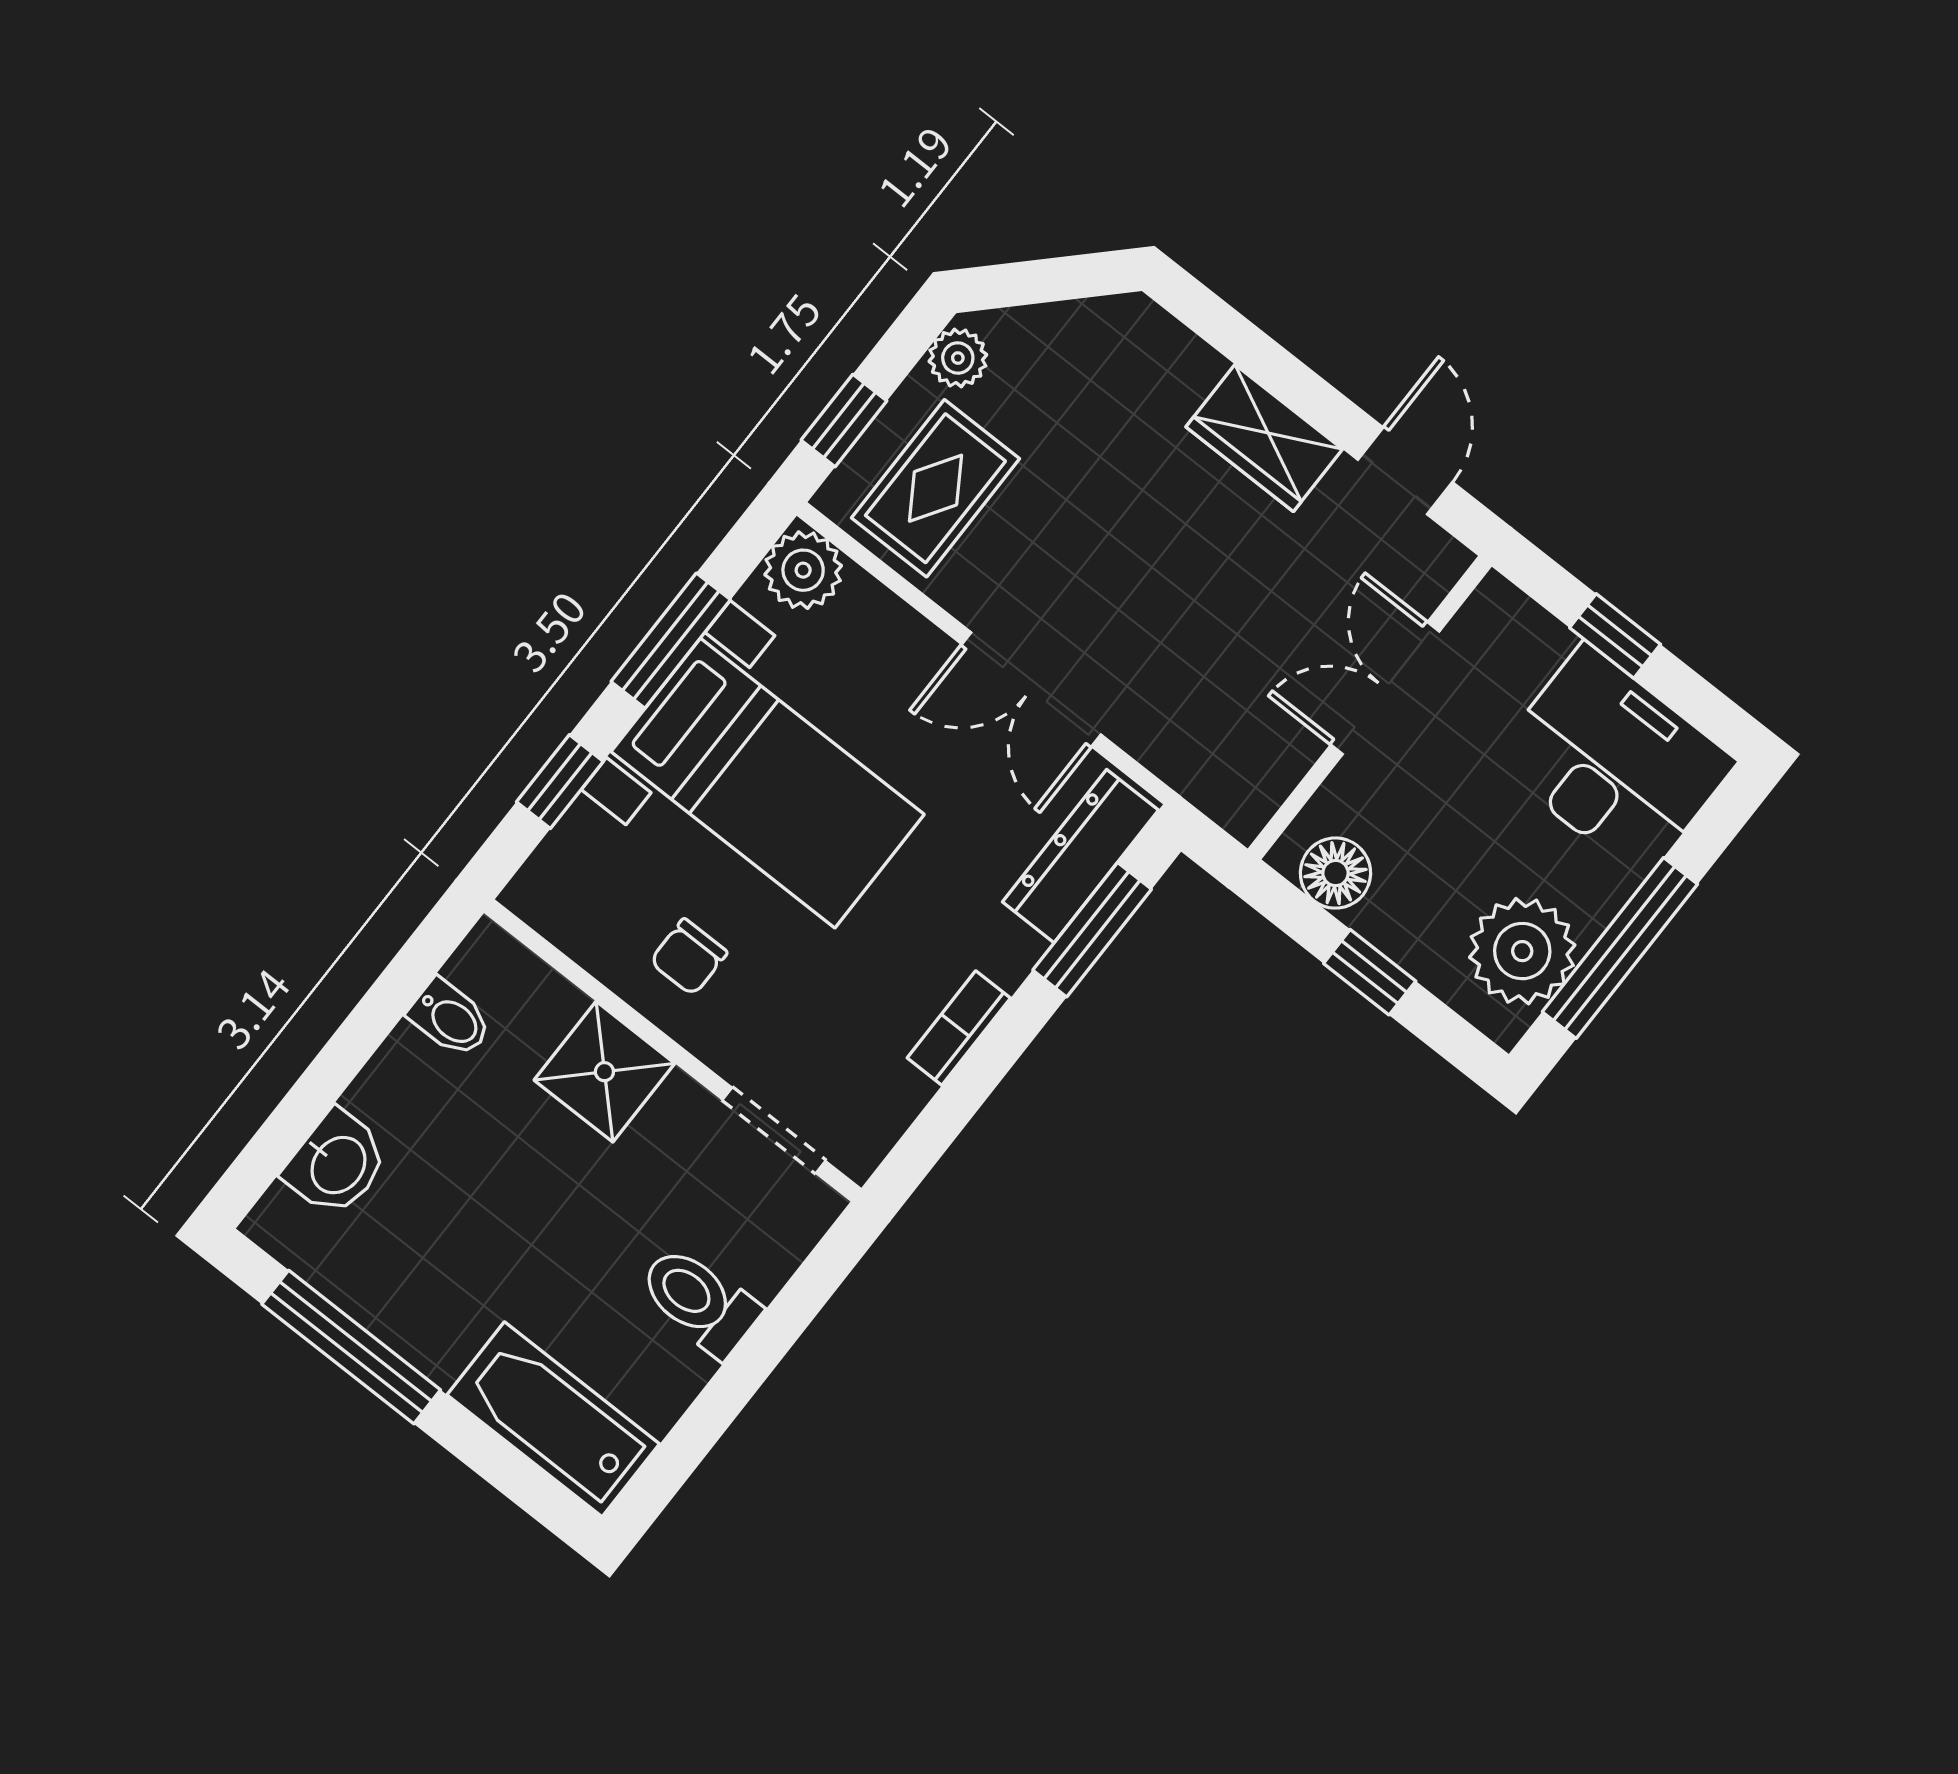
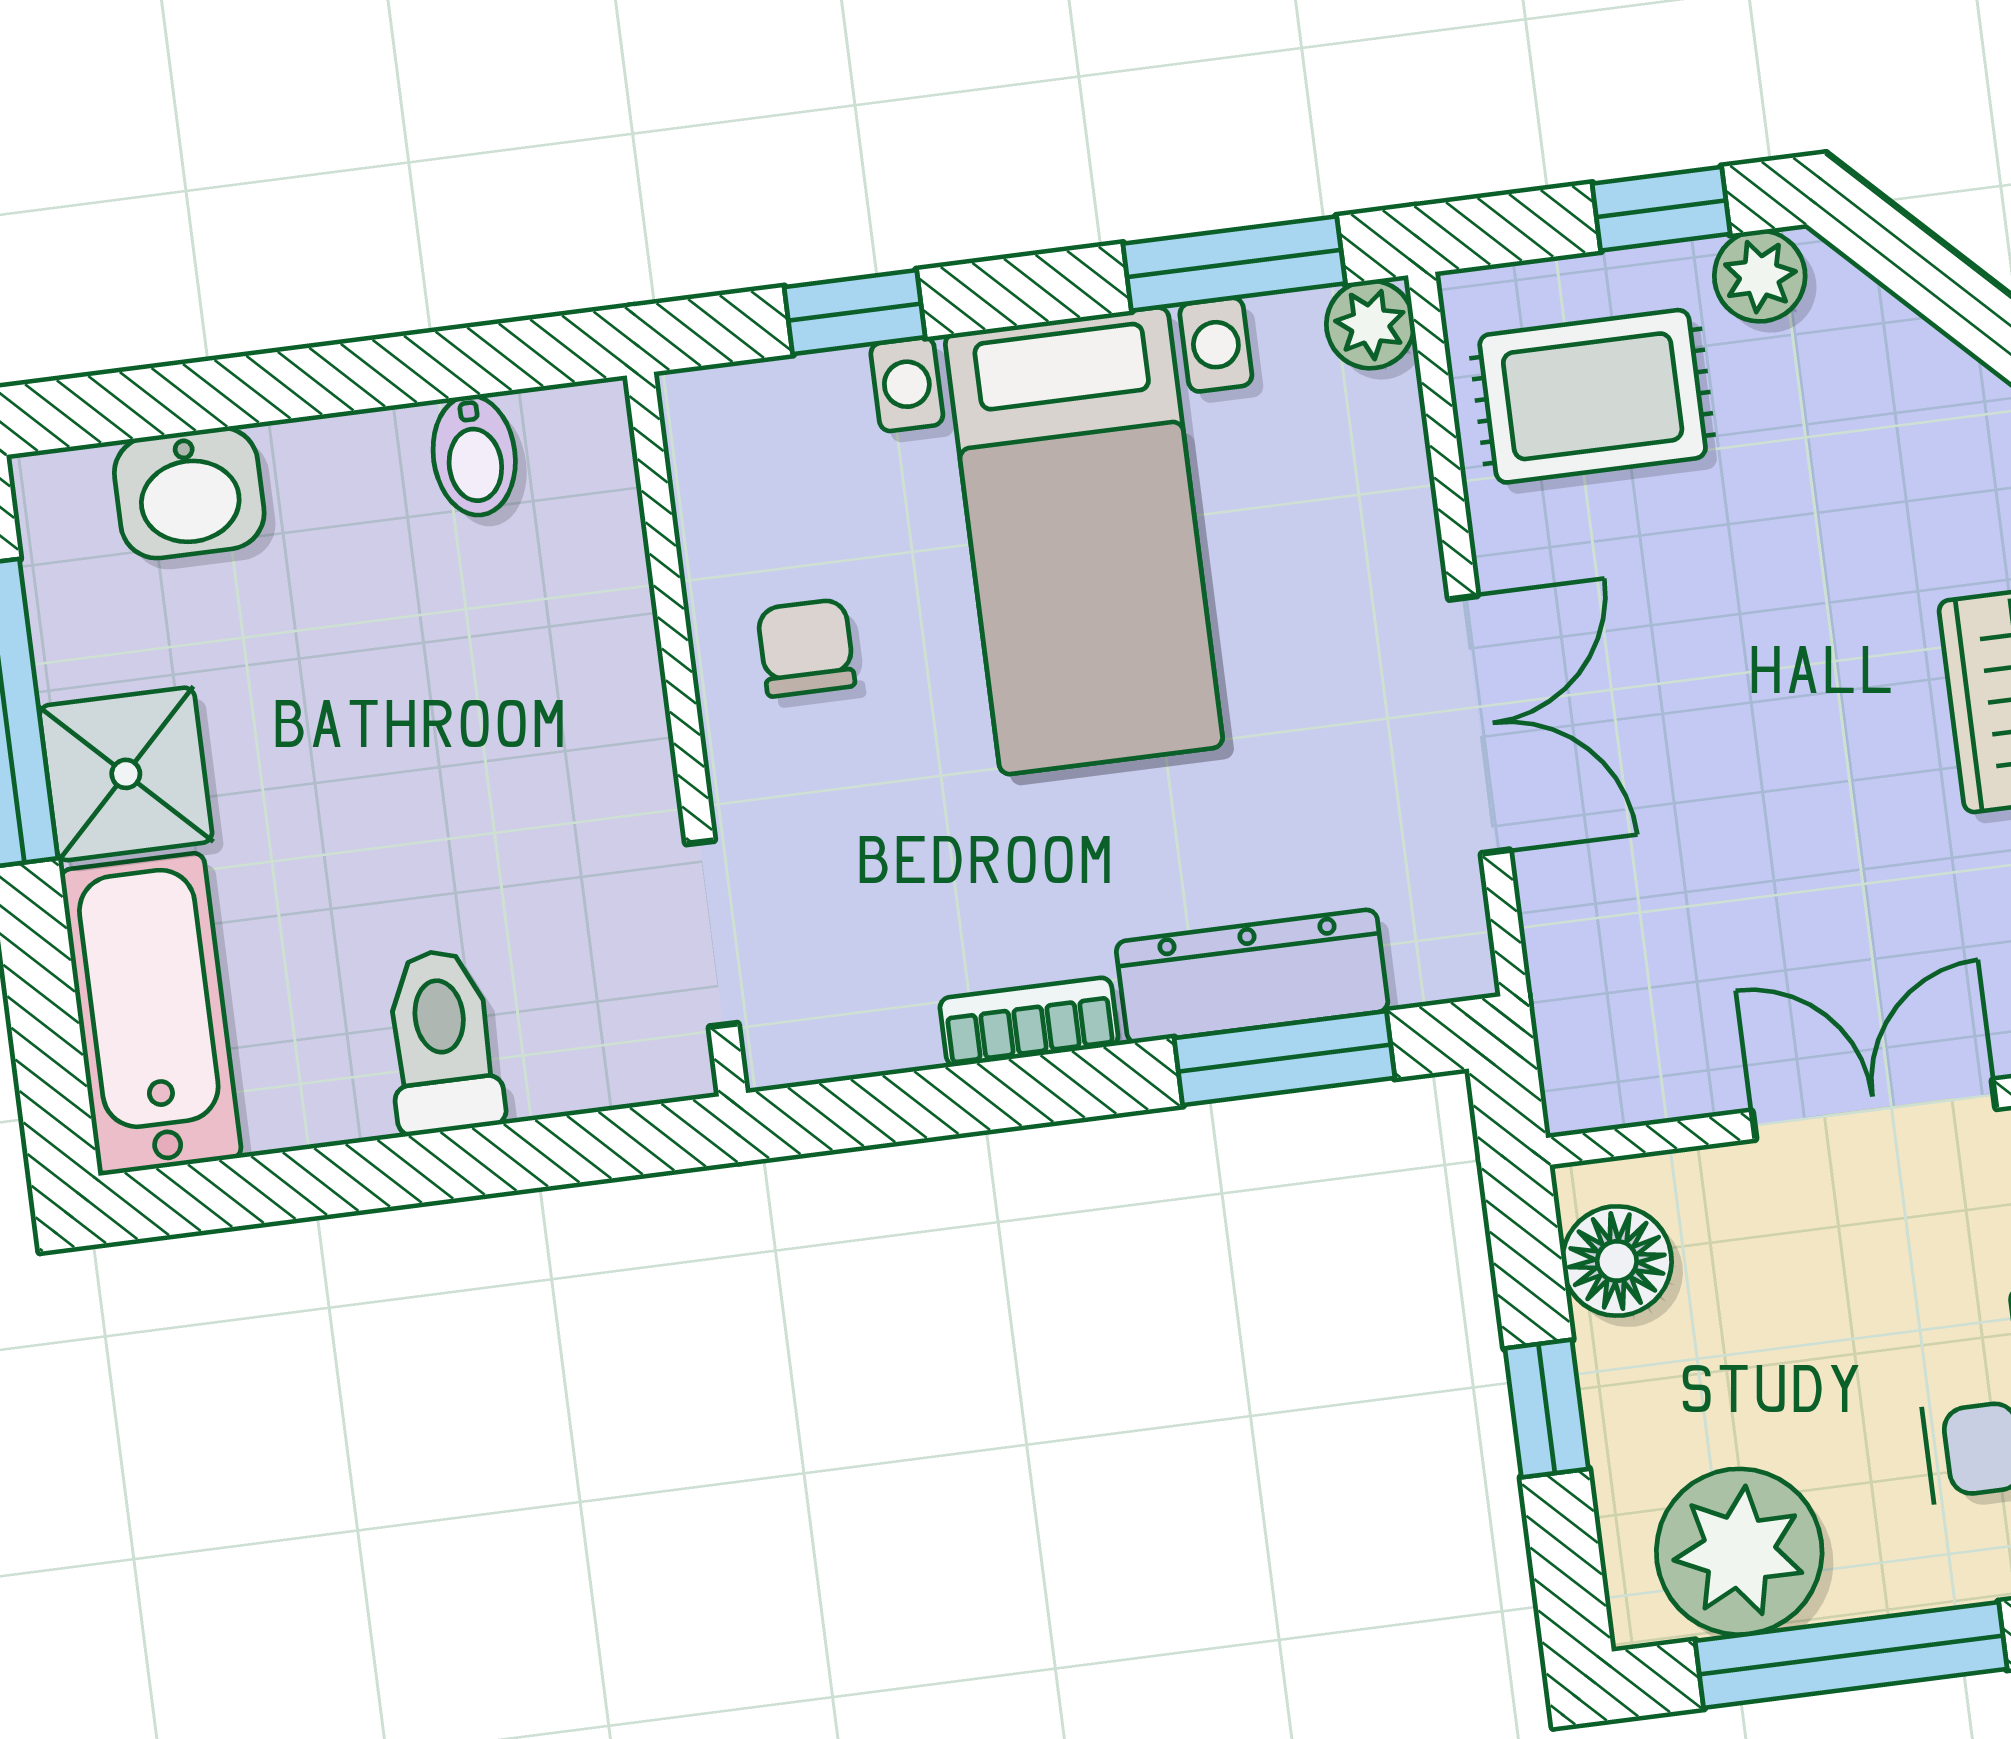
window: (844, 421) -> (1661, 209), moved
plant: (803, 570) -> (1370, 324), width x0.73, depth x0.73
window: (671, 641) -> (1234, 263), moved
double door: (1031, 689) -> (1479, 725), swing flipped
dresser: (1080, 856) -> (1252, 976), moved
chair: (689, 957) -> (806, 648), turned 90
shower: (604, 1072) -> (126, 774), moved

